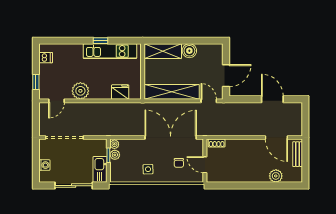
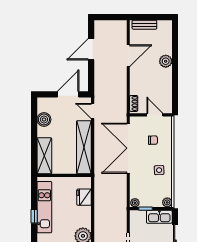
boiler: (189, 51) -> (44, 119), moved
door: (226, 76) -> (68, 94), hinge flipped
door: (209, 101) -> (93, 111), hinge flipped
door: (276, 137) -> (128, 56), moved
plant: (115, 155) -> (167, 202), moved
door: (205, 165) -> (155, 115), swing flipped
plant: (276, 176) -> (166, 61), moved

